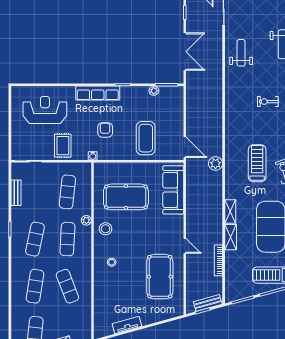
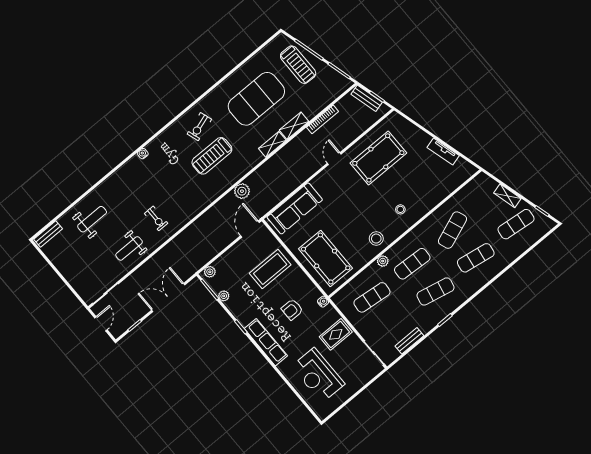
plant: (178, 95) -> (210, 272), added
exercise bike: (268, 102) -> (156, 218), moved
pool table: (126, 197) -> (326, 258), moved

